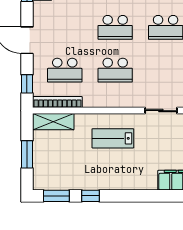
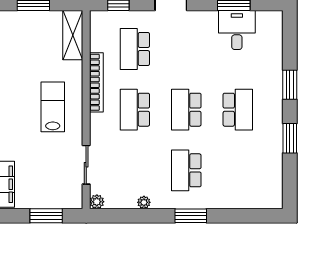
bookcase: (57, 102) -> (96, 82), moved

